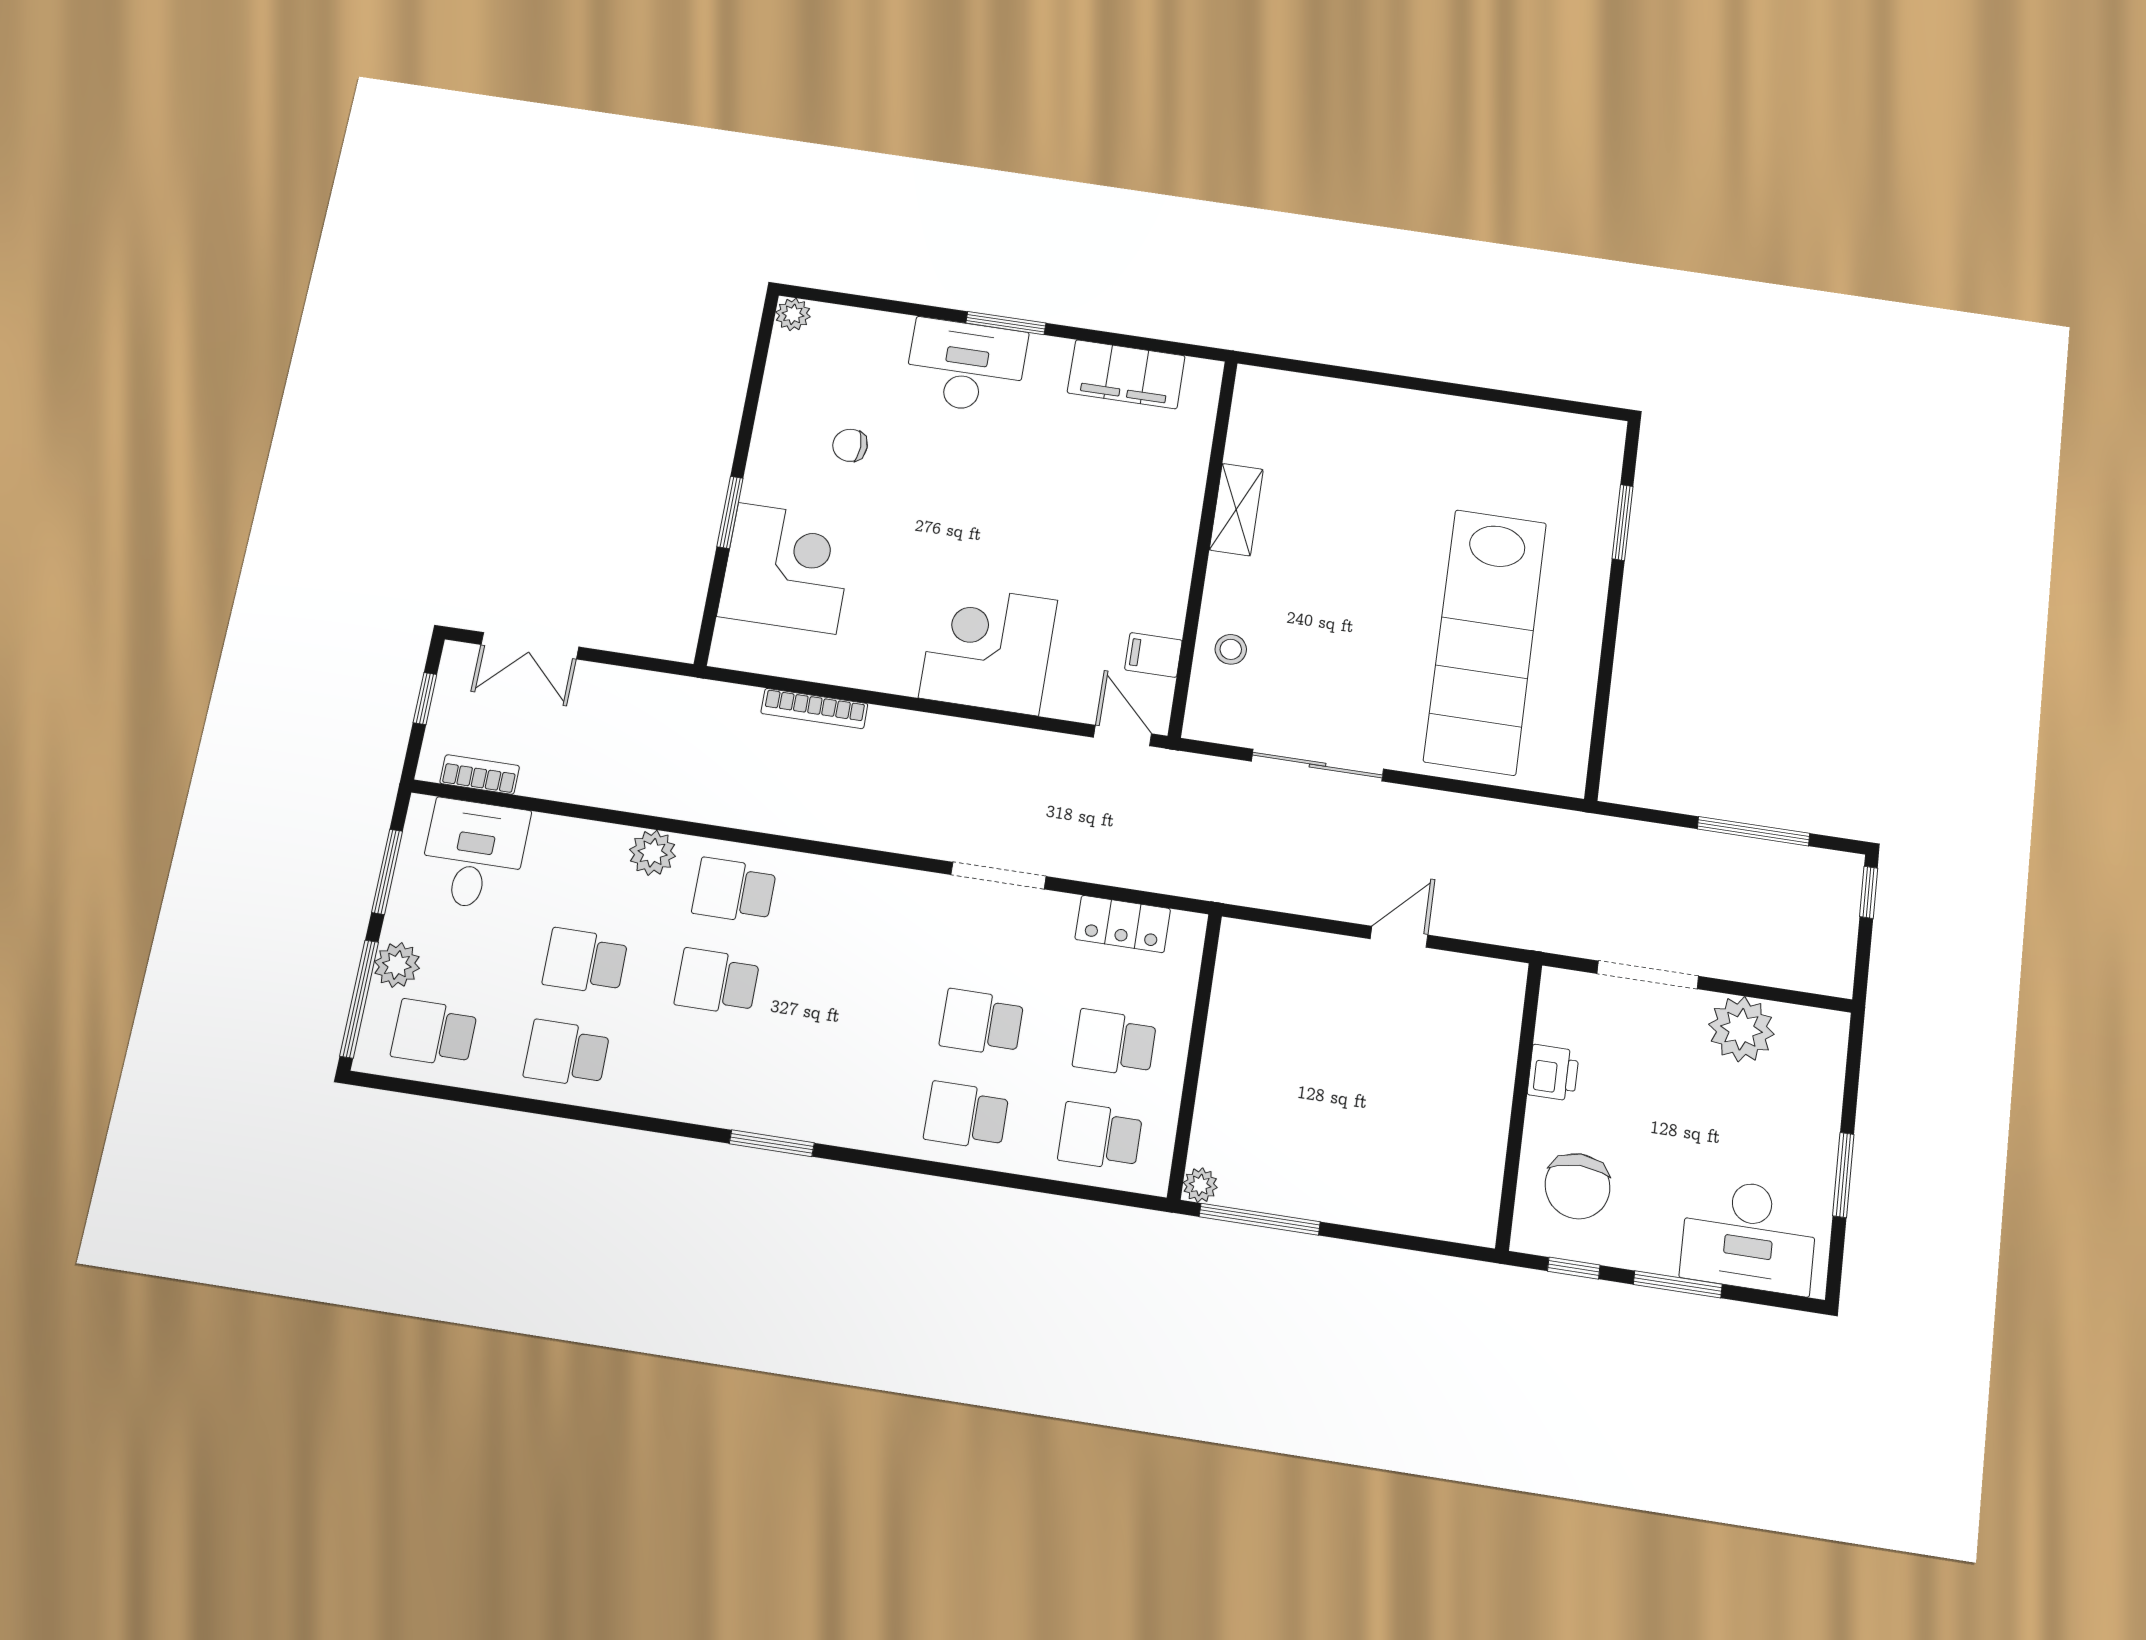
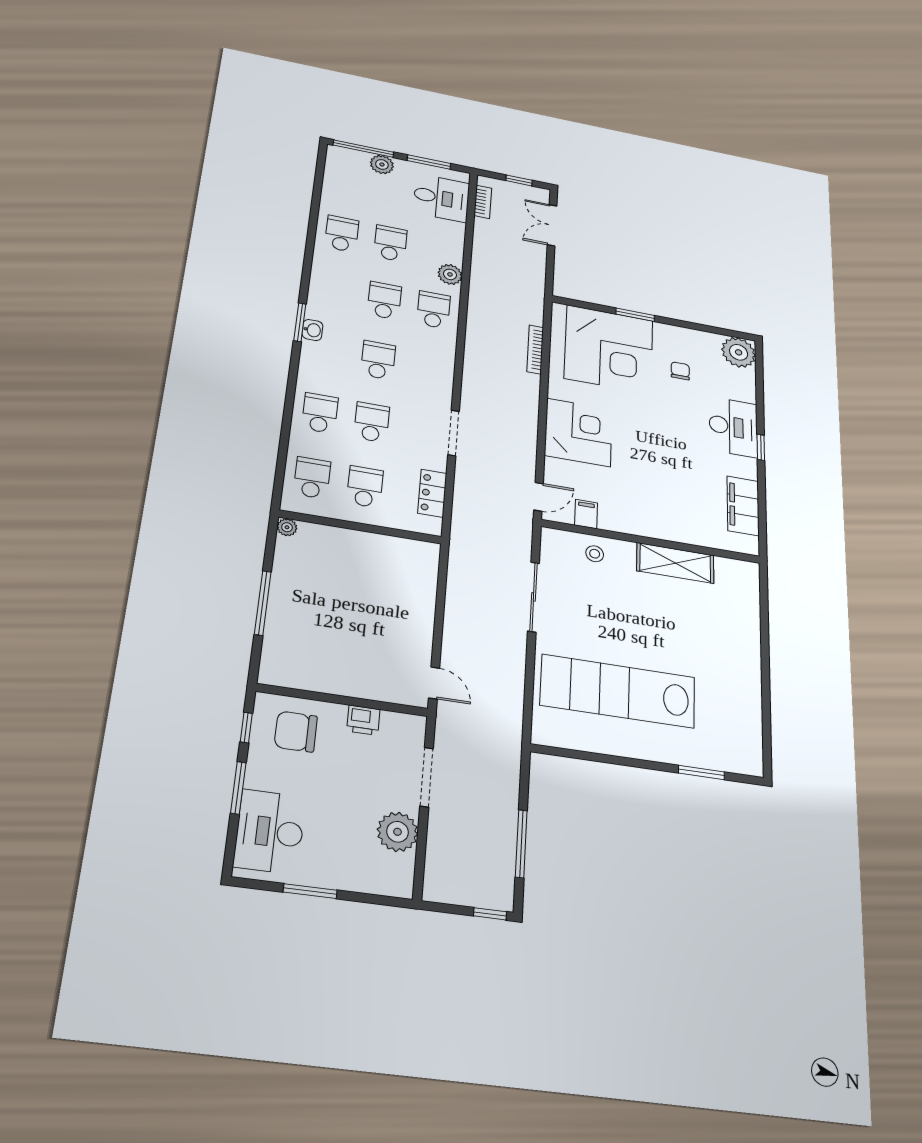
plant: (793, 314) -> (739, 352), width x1.87, depth x1.87
window: (1006, 323) -> (761, 447), width x0.67
shelving: (1236, 510) -> (675, 563), width x1.50, depth x1.33
corner desk: (787, 568) -> (609, 349), width x1.36, depth x1.36
door: (1399, 937) -> (434, 683), moved
school desk: (434, 1033) -> (378, 360), moved
washbasin: (788, 1120) -> (312, 330), added
window: (1260, 1219) -> (263, 603), moved

